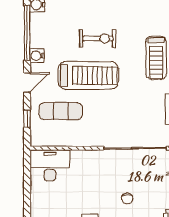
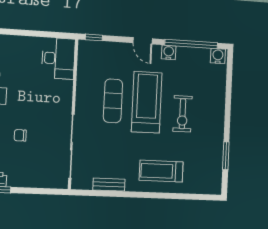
treadmill: (88, 75) -> (147, 102), turned 180
exercise mat: (61, 111) -> (113, 101), moved
window: (27, 119) -> (94, 37), moved

